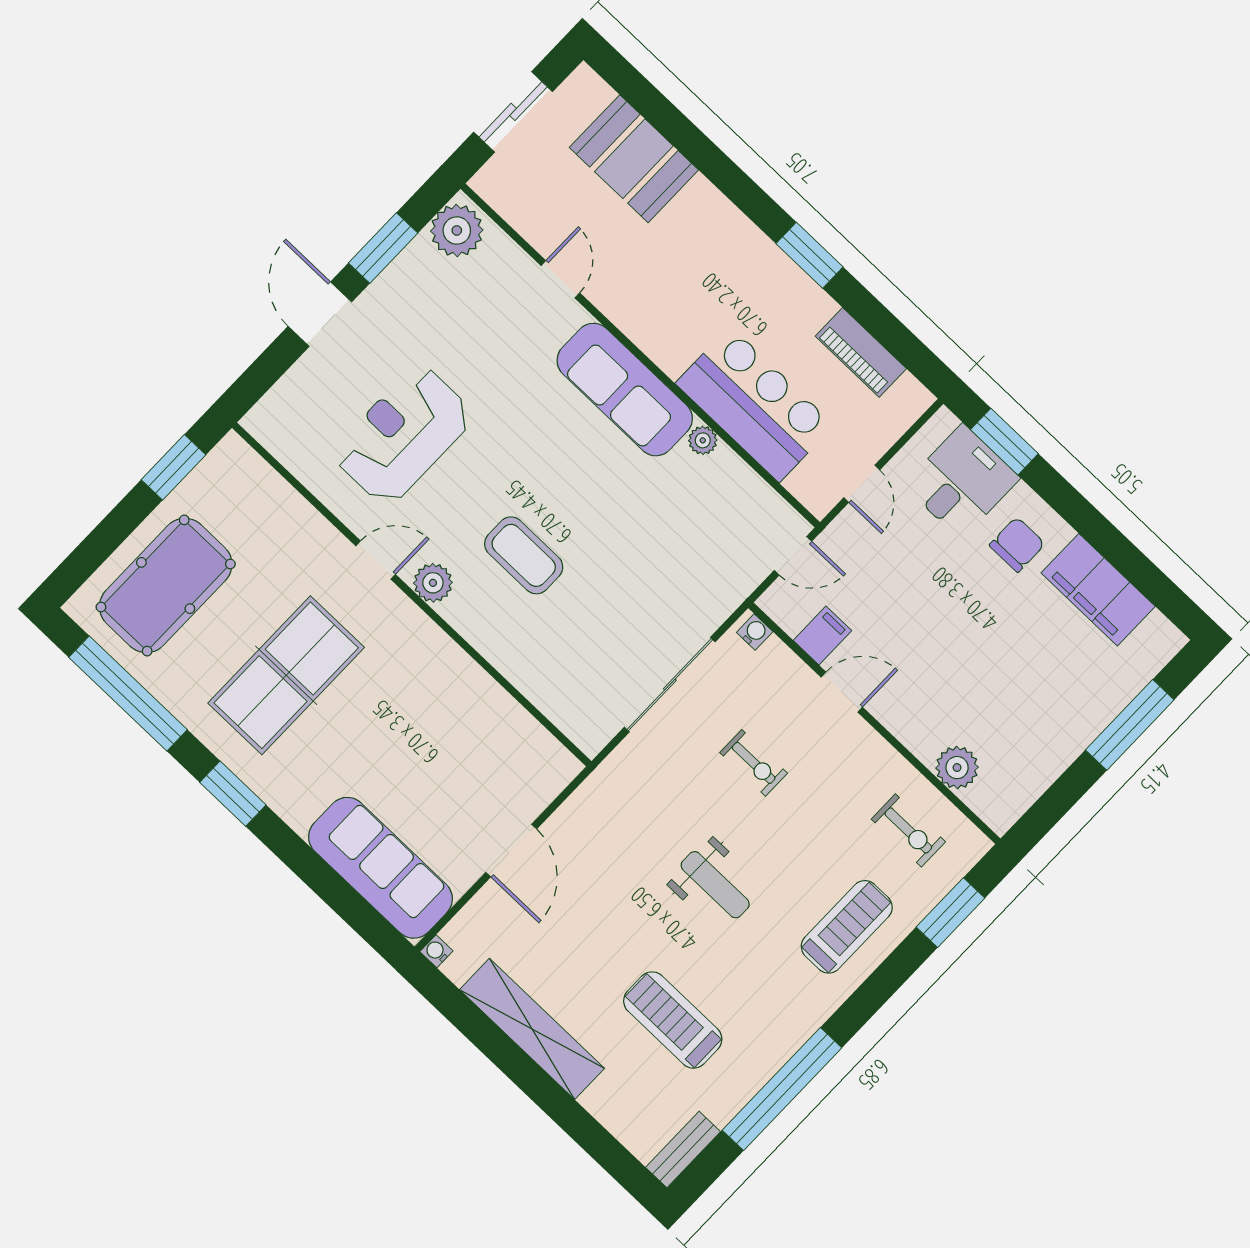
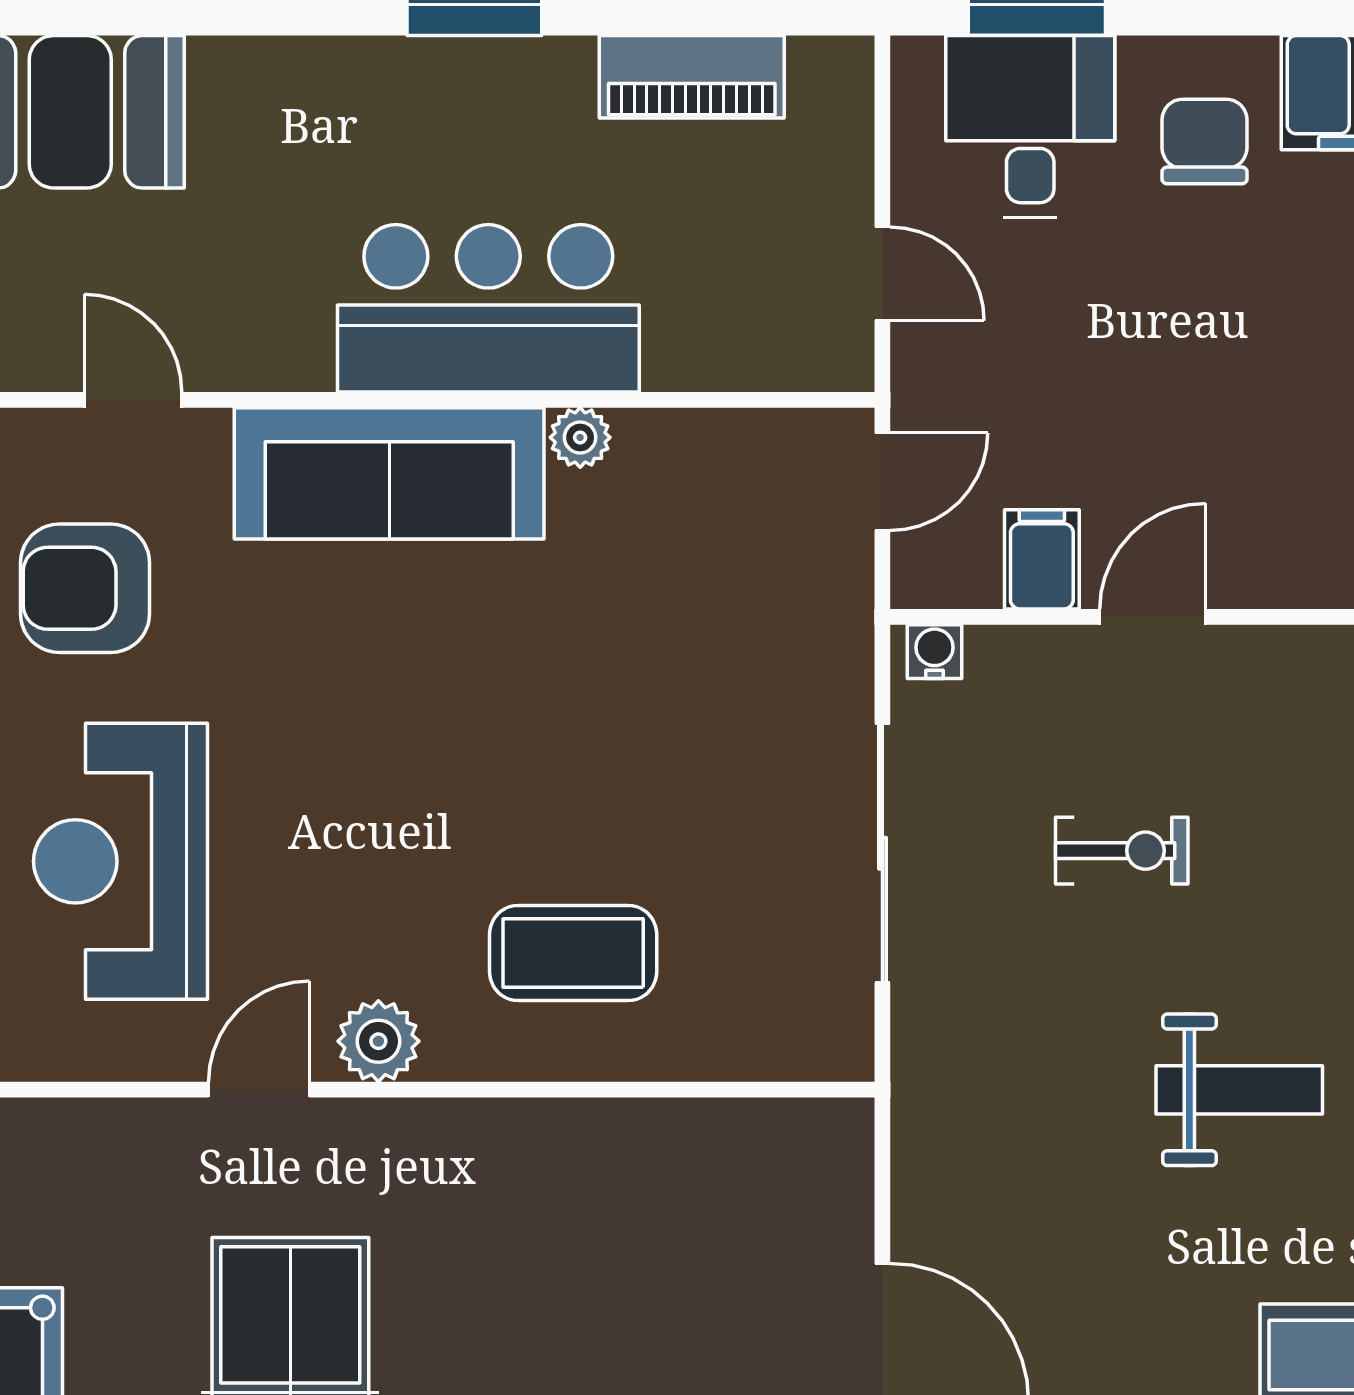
armchair: (481, 329) -> (85, 588), added
bar counter: (755, 404) -> (488, 308), moved
coffee table: (524, 555) -> (573, 953), moved

